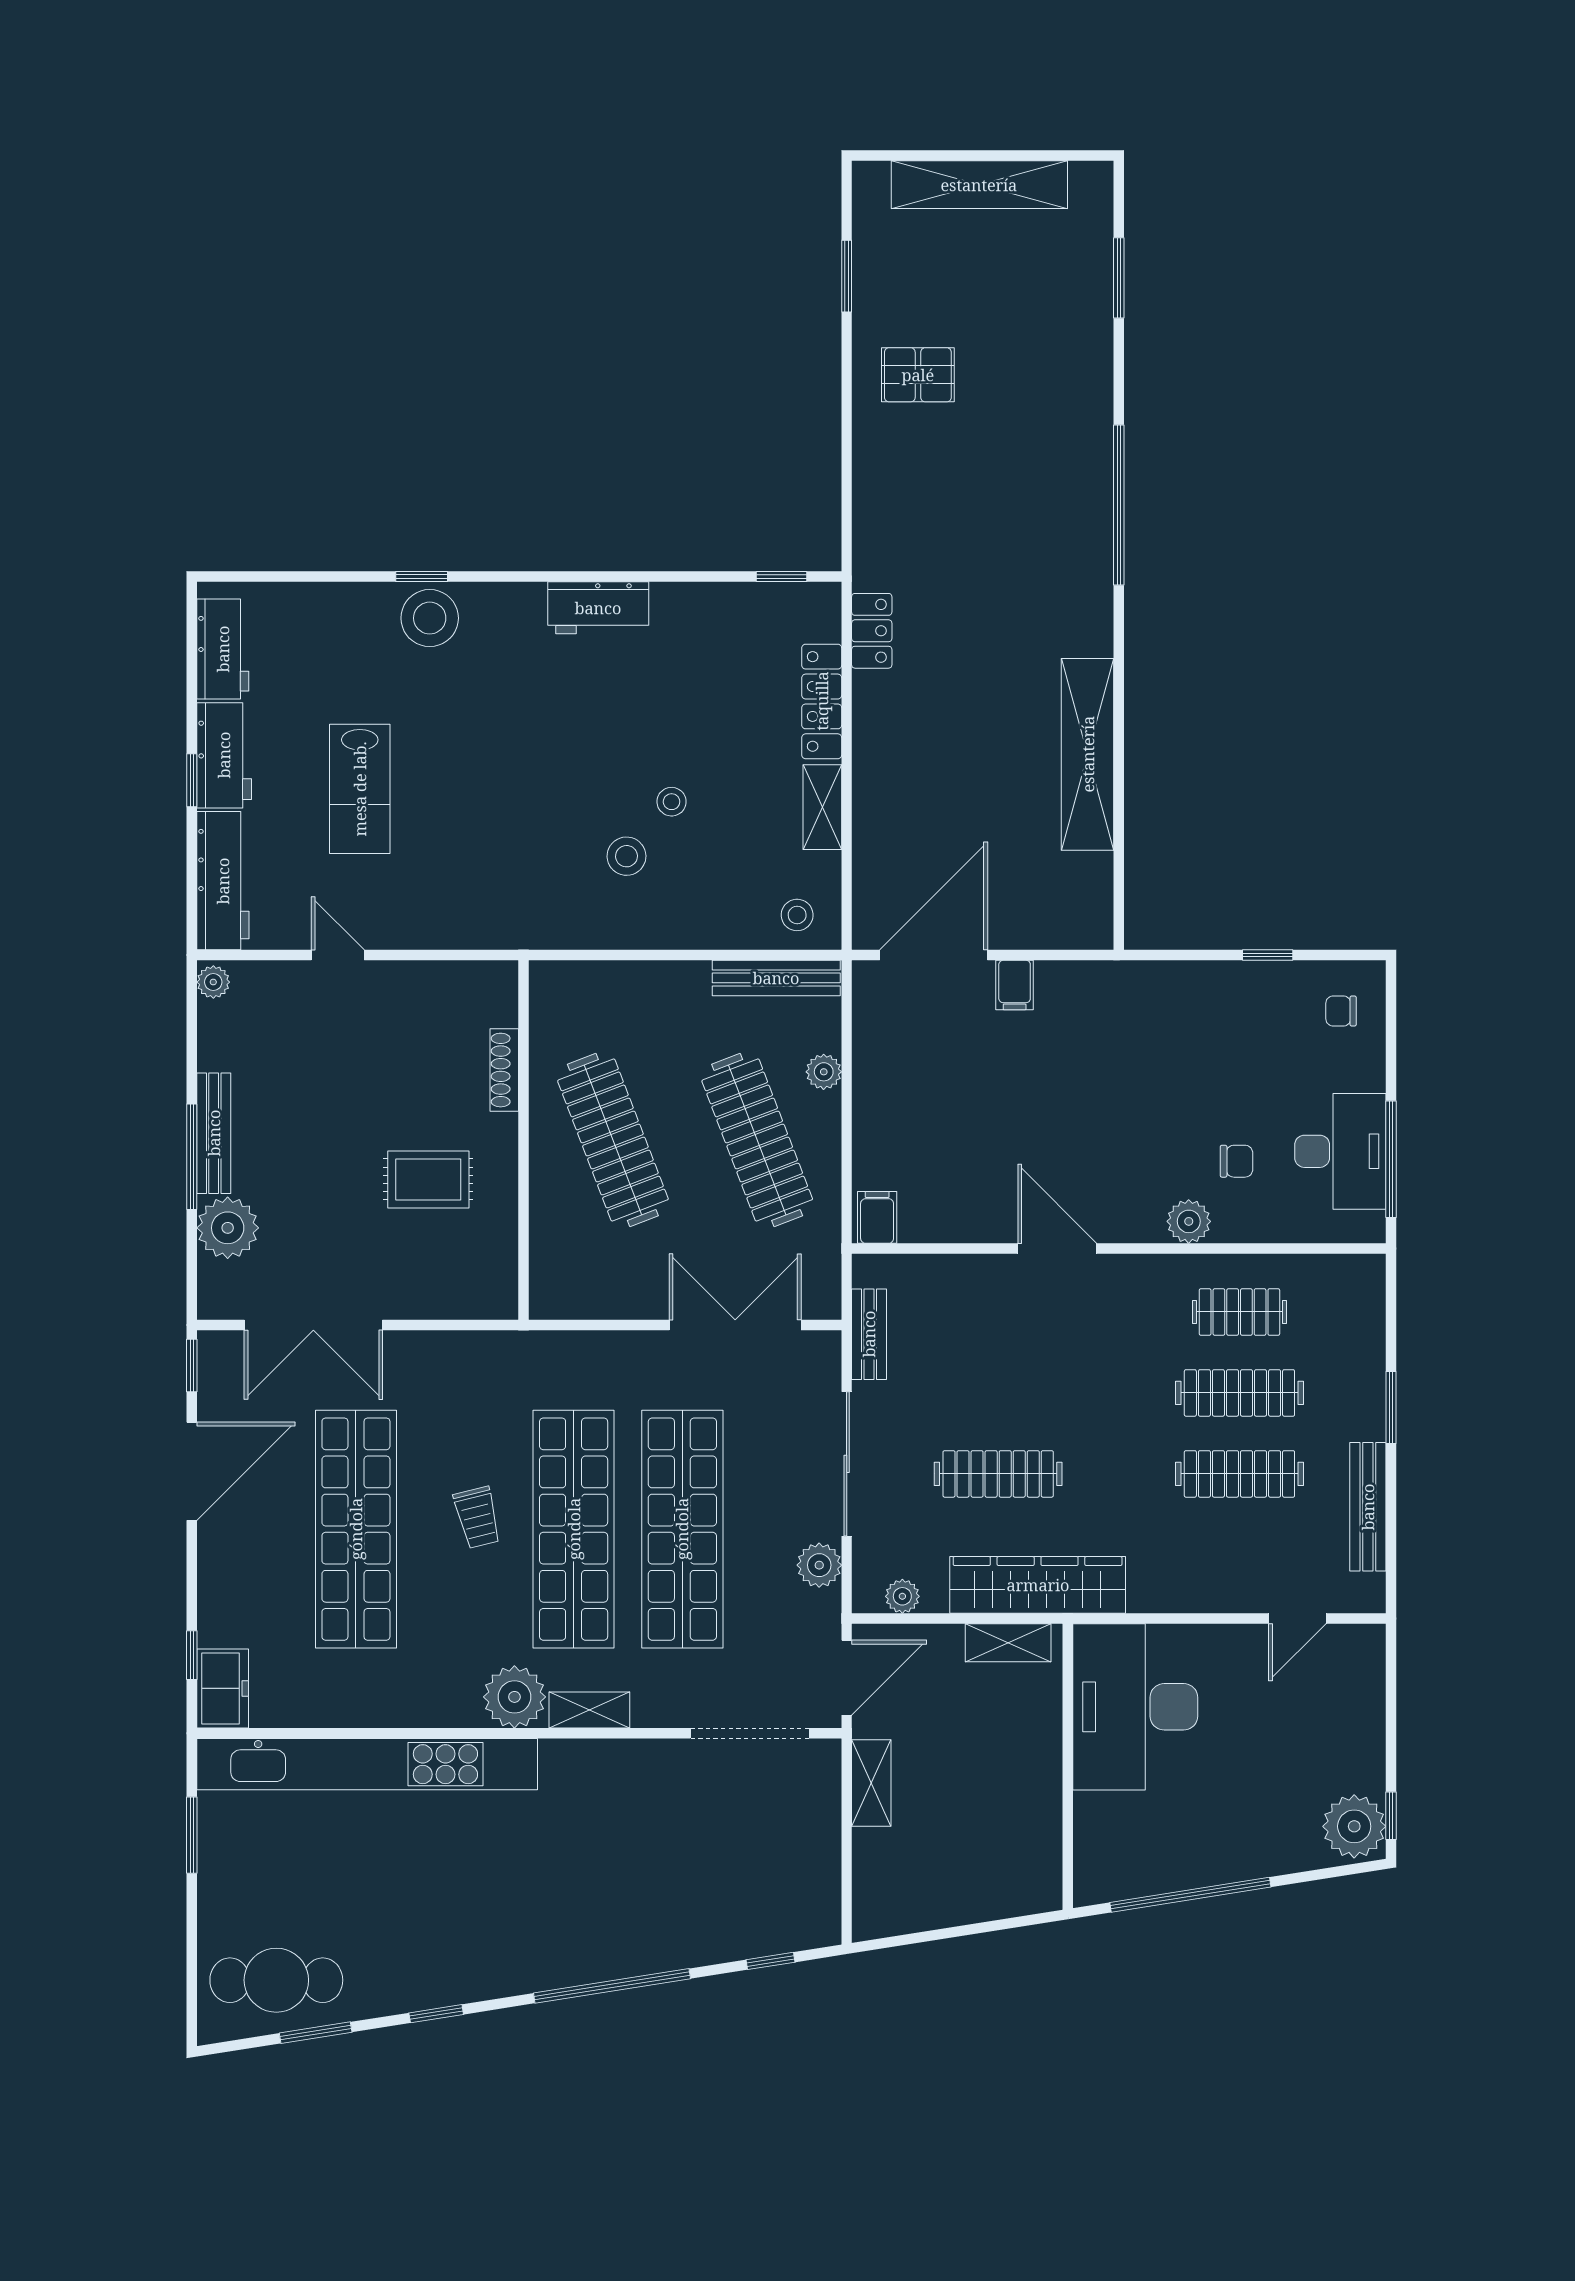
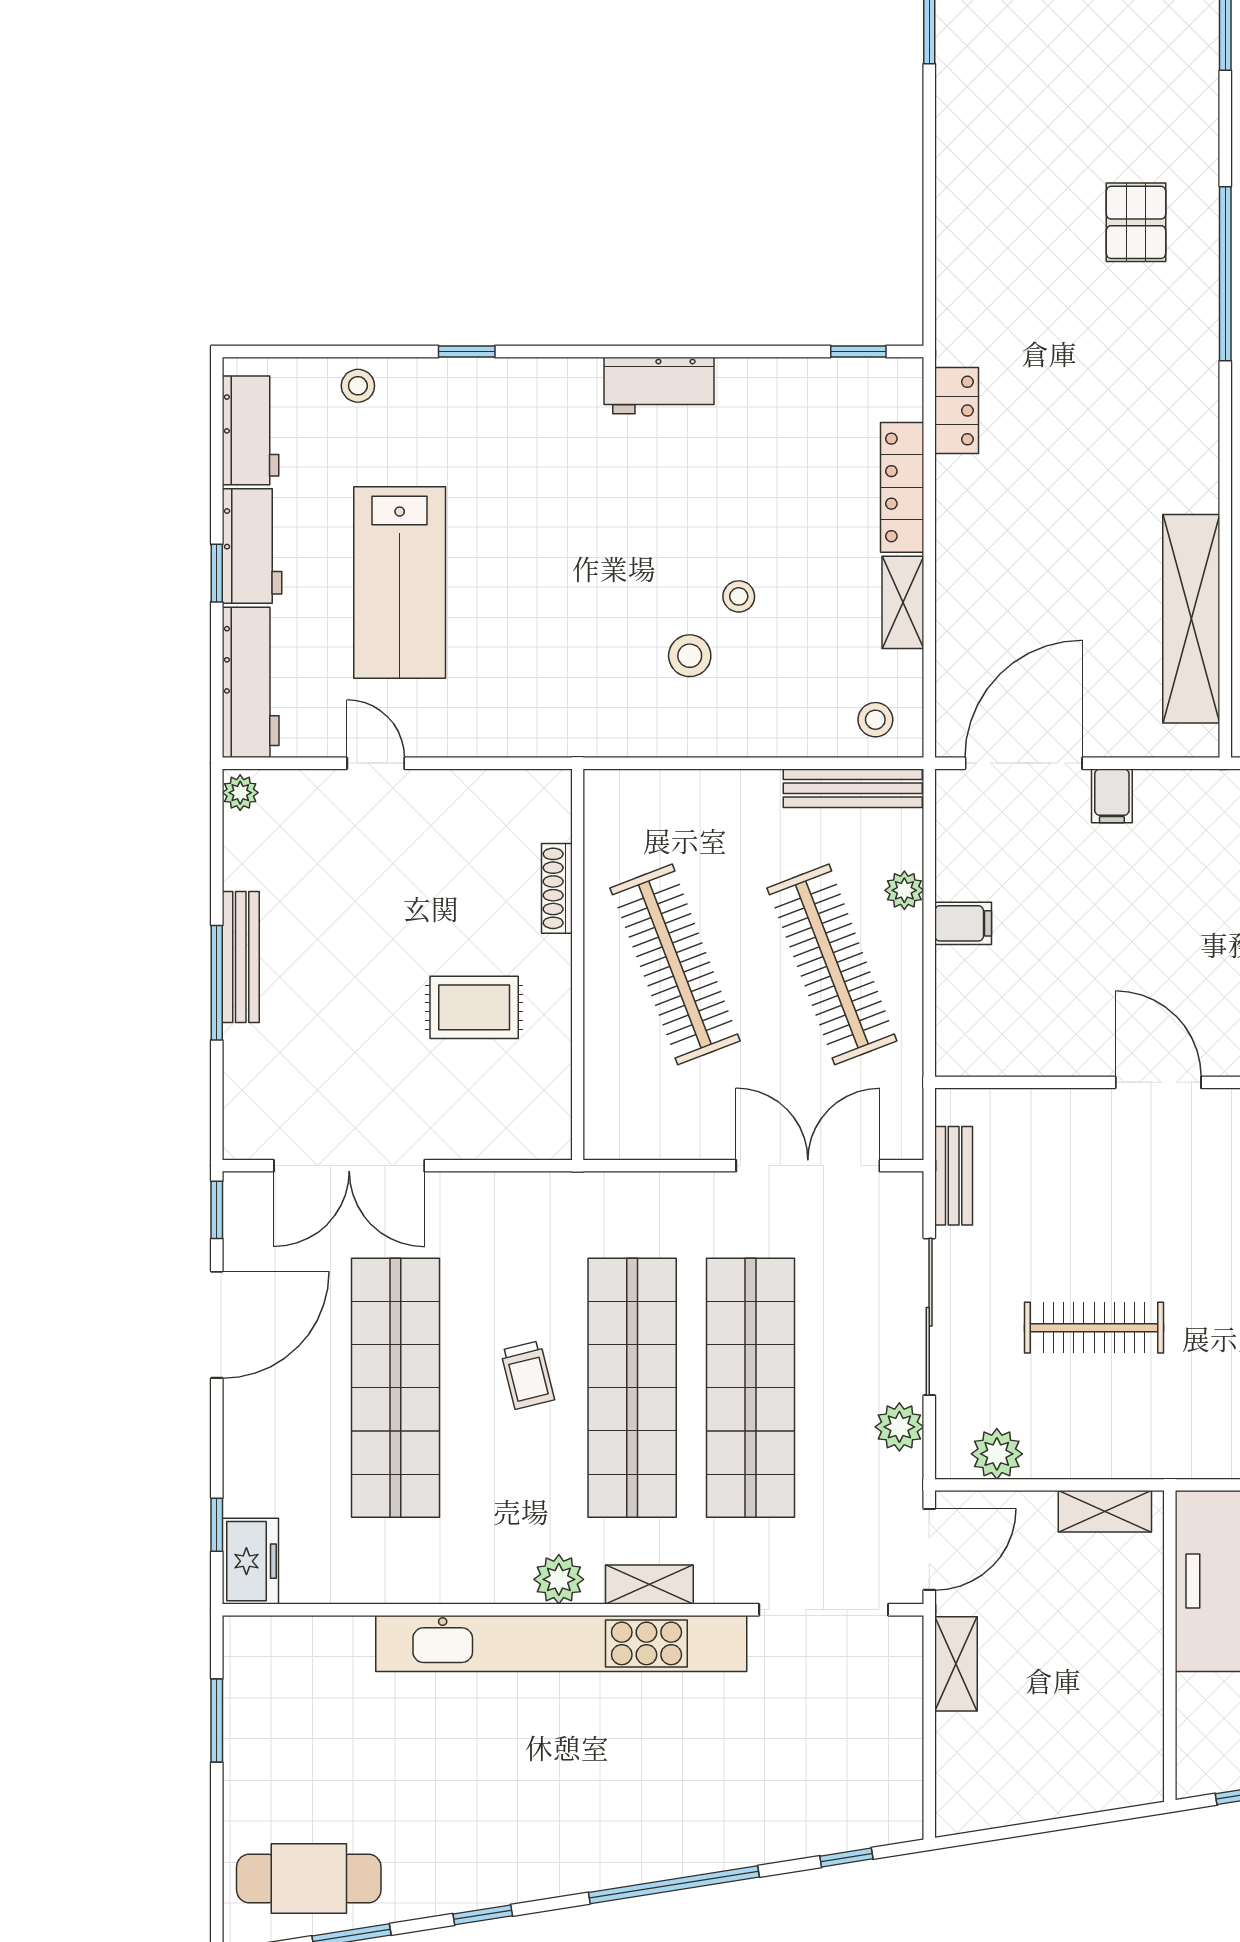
pallet: (918, 375) -> (1136, 222), moved, turned 90
stool: (430, 618) -> (358, 386), moved, width x0.53, depth x0.53
shelving: (1088, 754) -> (1191, 619), moved
lab bench: (360, 789) -> (400, 582), width x1.36, depth x1.39
filing cabinet: (877, 1217) -> (963, 923), moved, turned 90
plant: (228, 1228) -> (256, 1060), removed
wardrobe: (1038, 1585) -> (1137, 1448), removed
plant: (902, 1596) -> (997, 1454), width x1.38, depth x1.38
plant: (514, 1697) -> (559, 1579), width x0.73, depth x0.73
kitchen unit: (367, 1764) -> (561, 1643), moved

